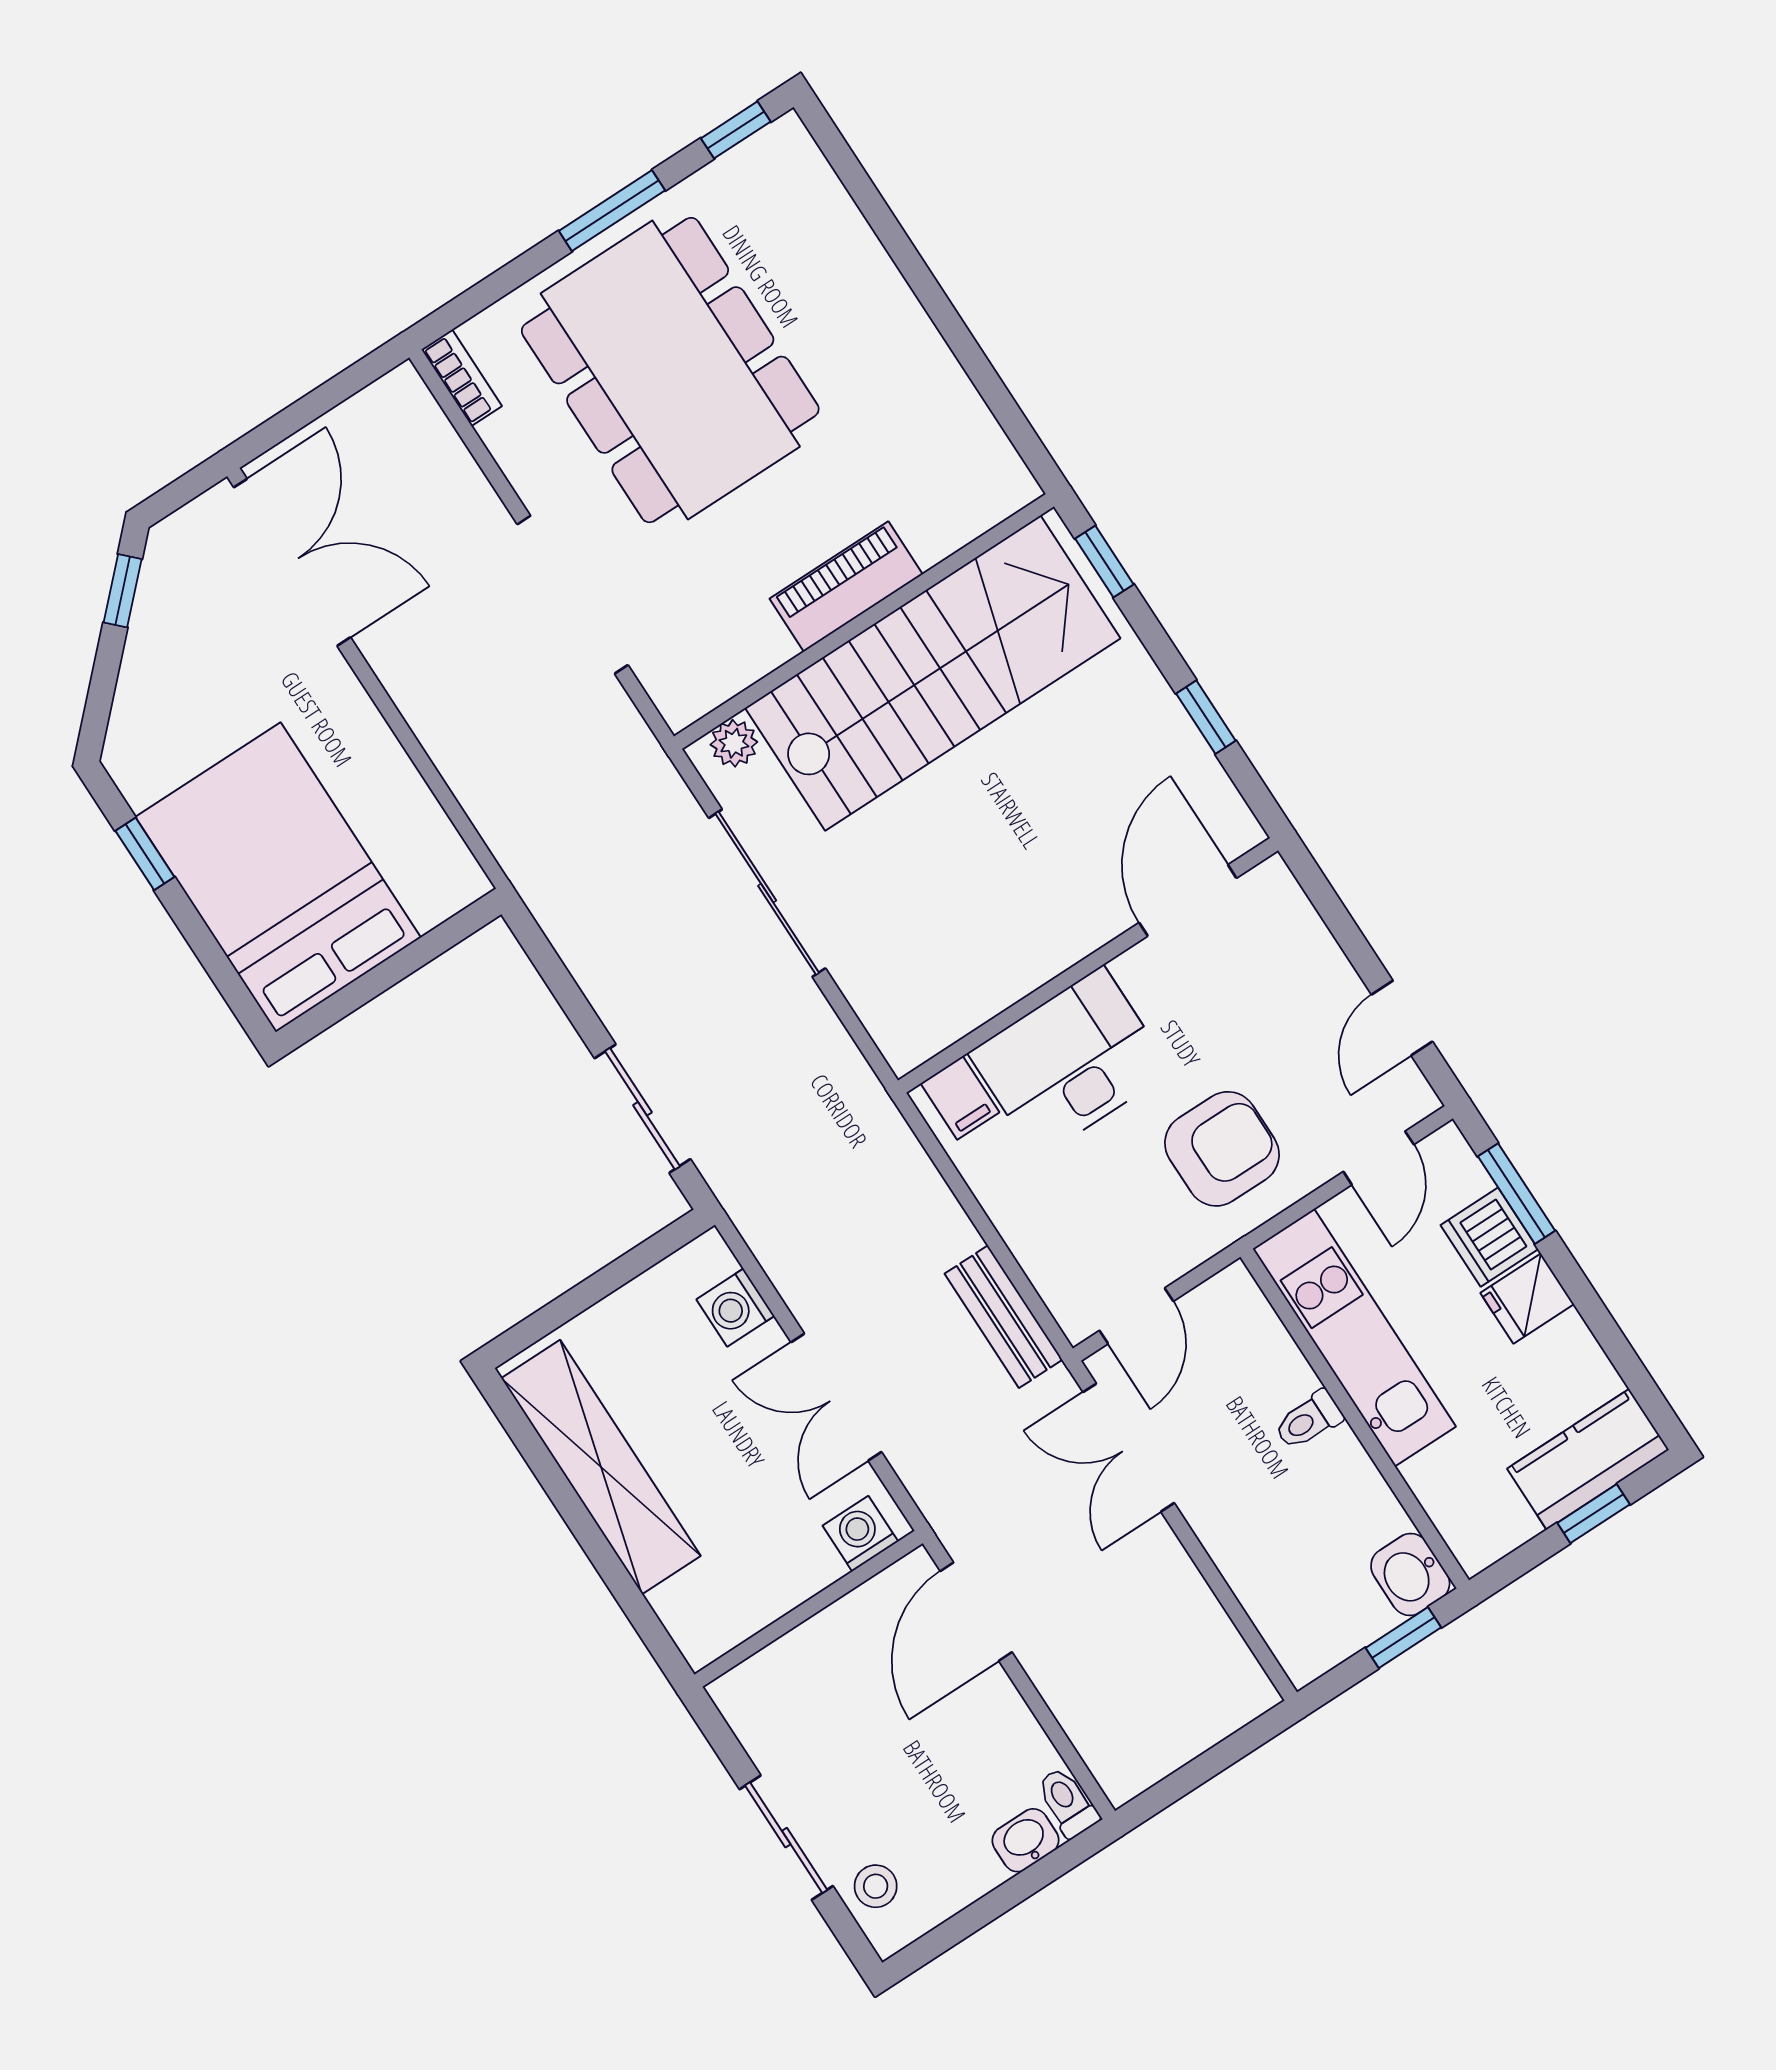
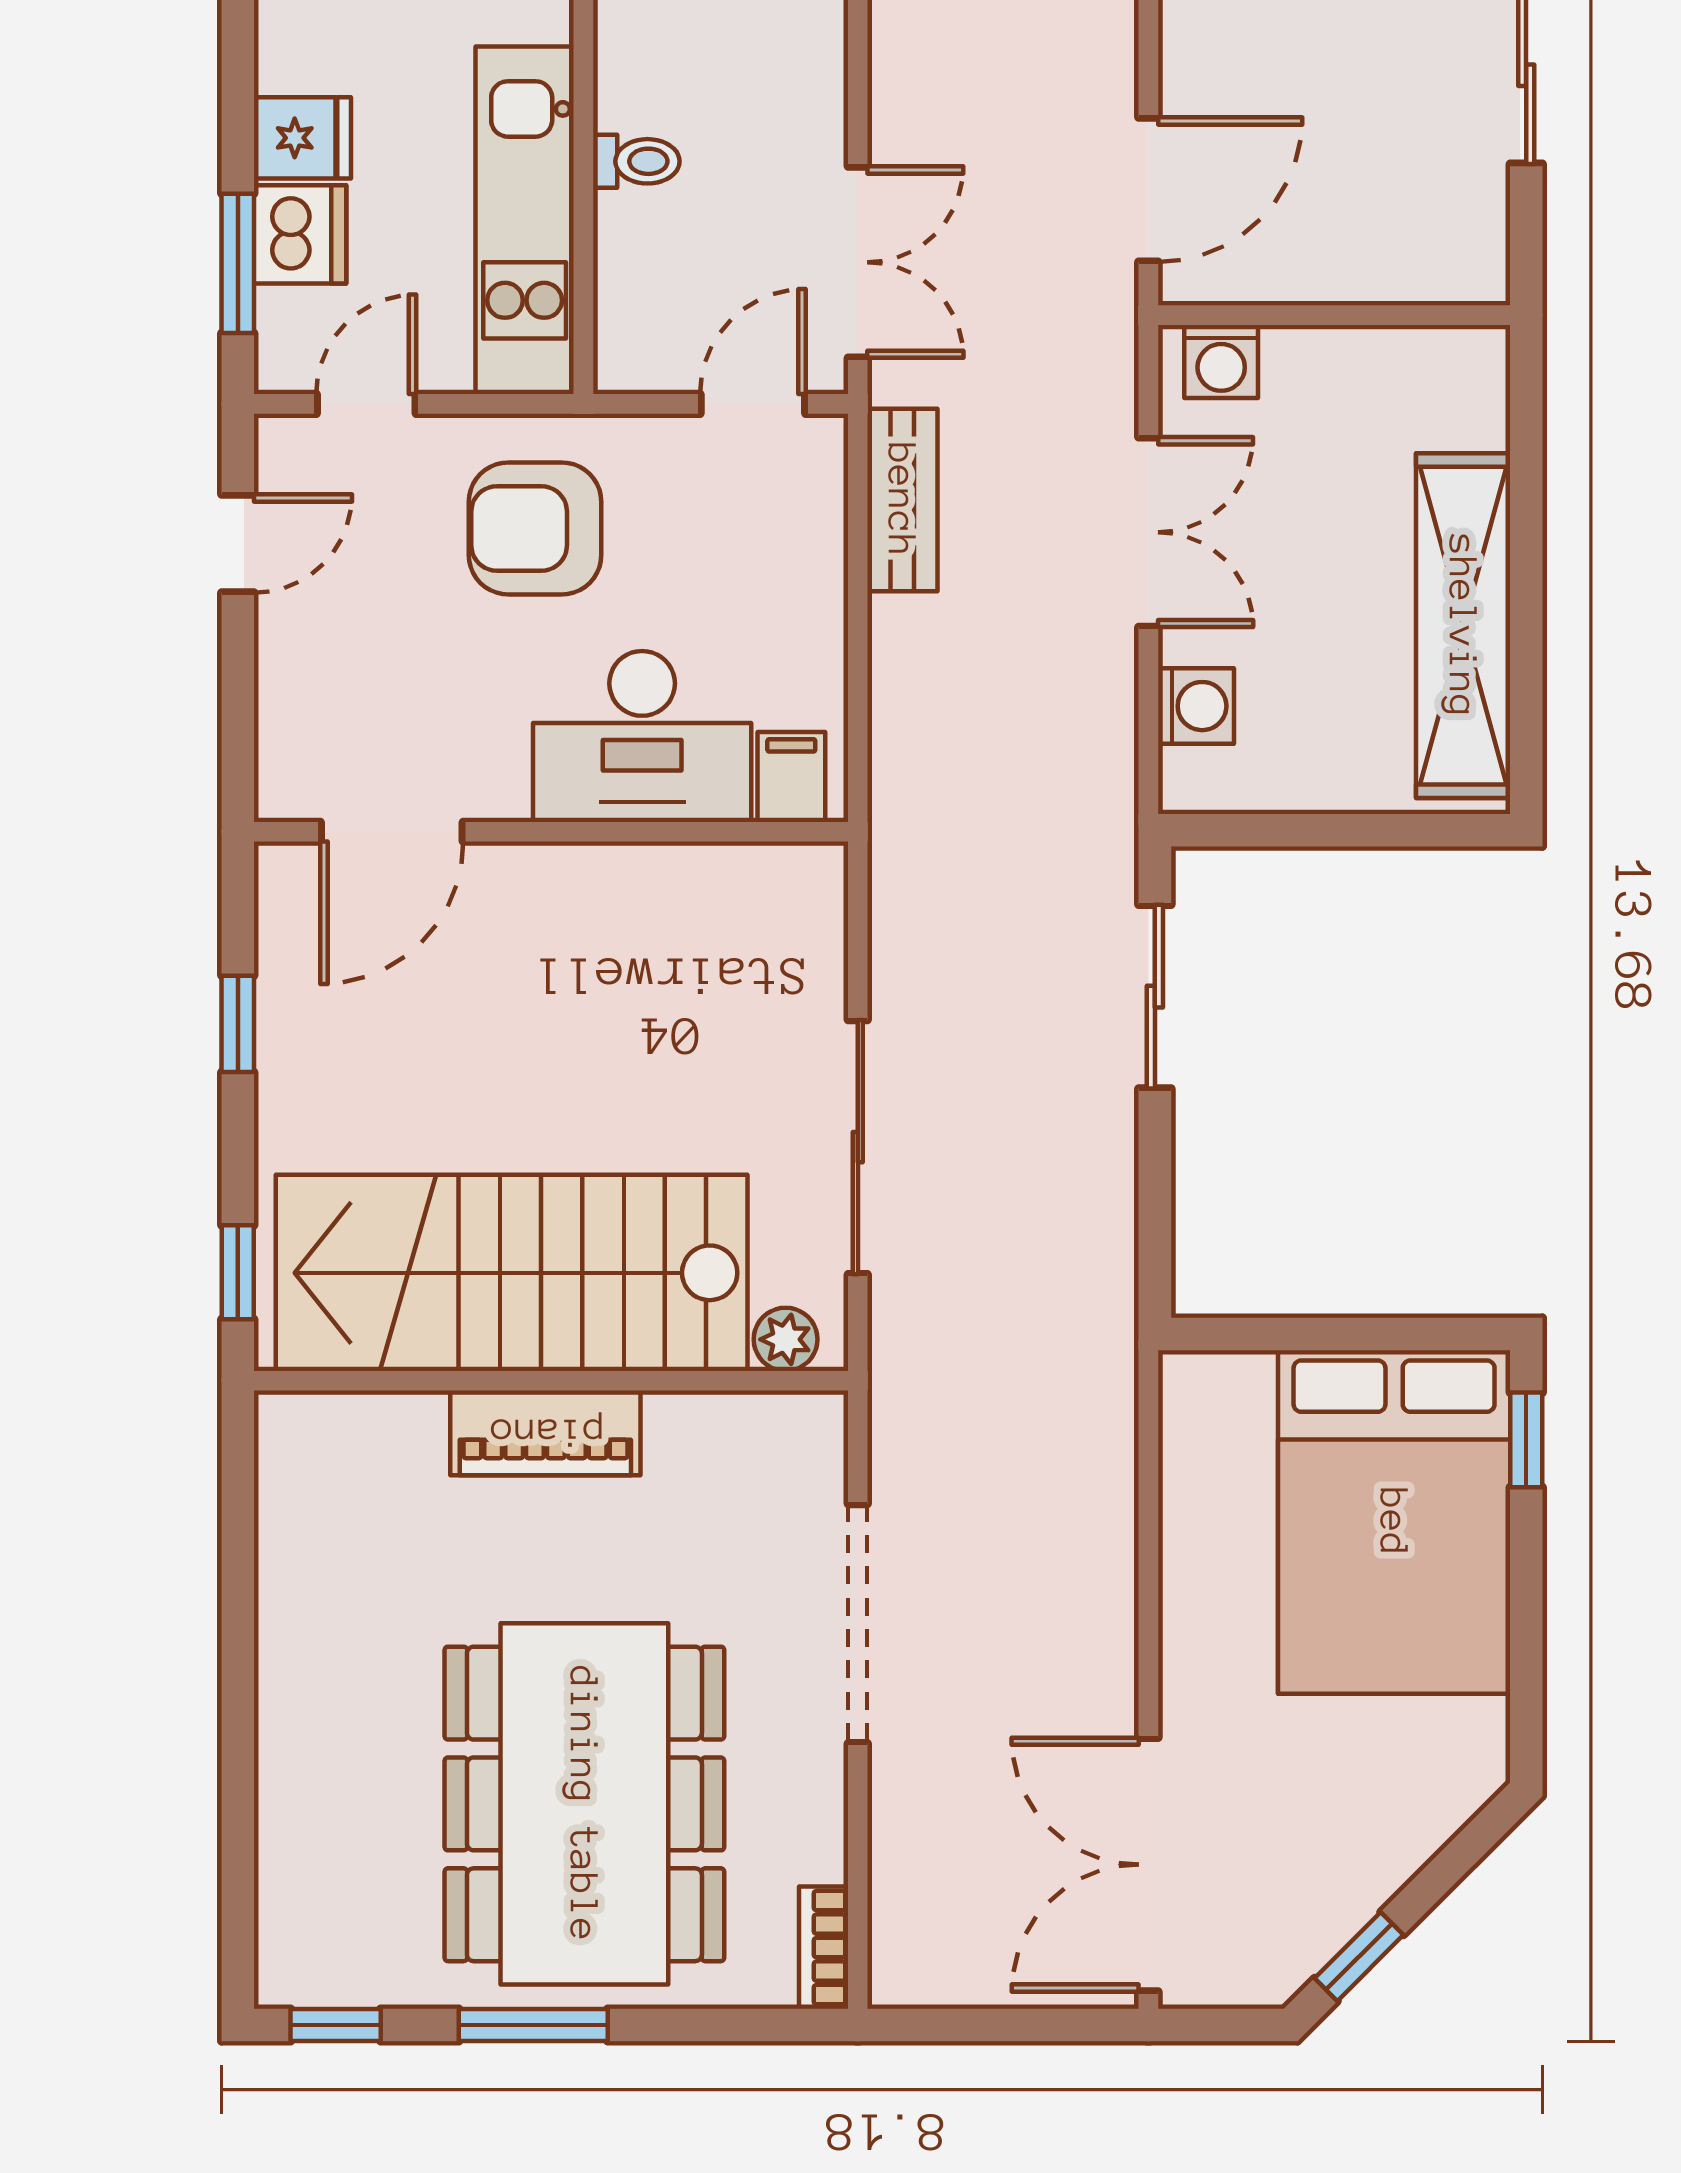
window: (145, 854) -> (1526, 1440), moved

